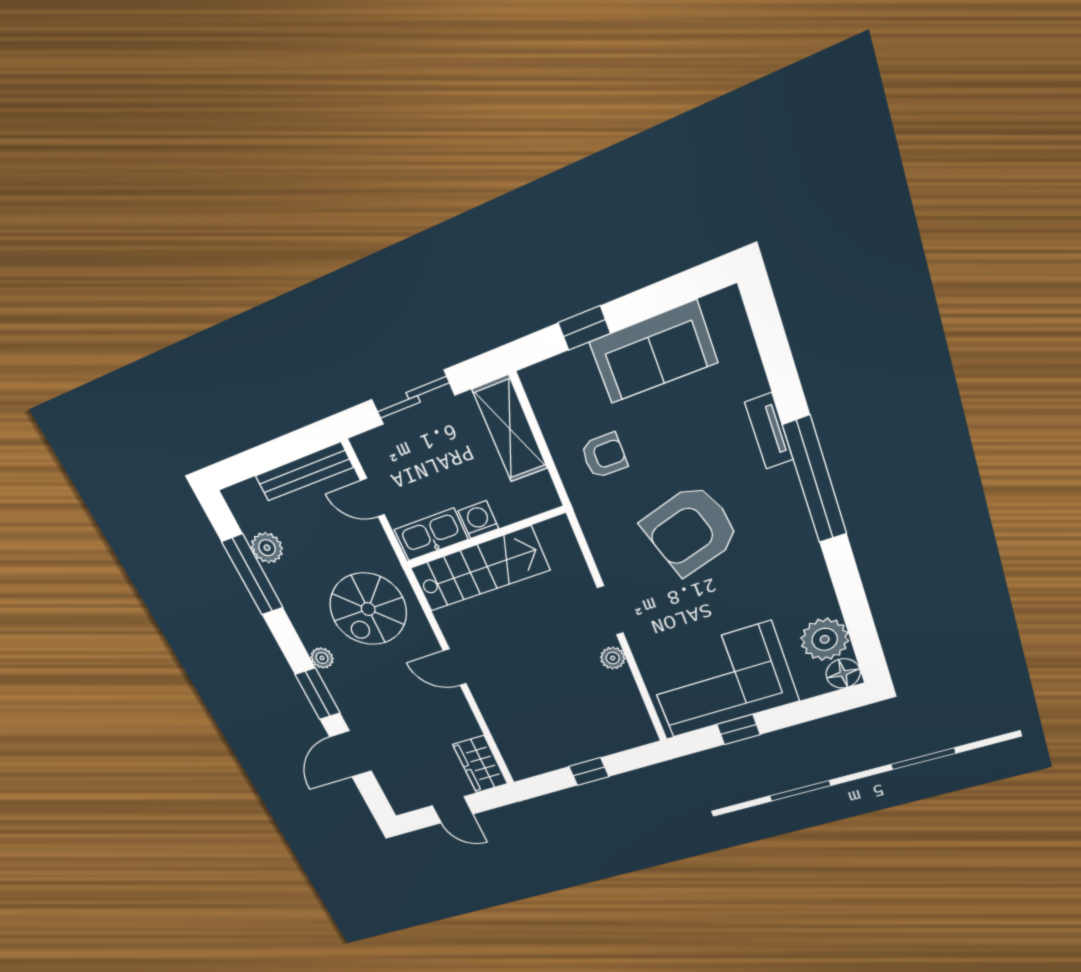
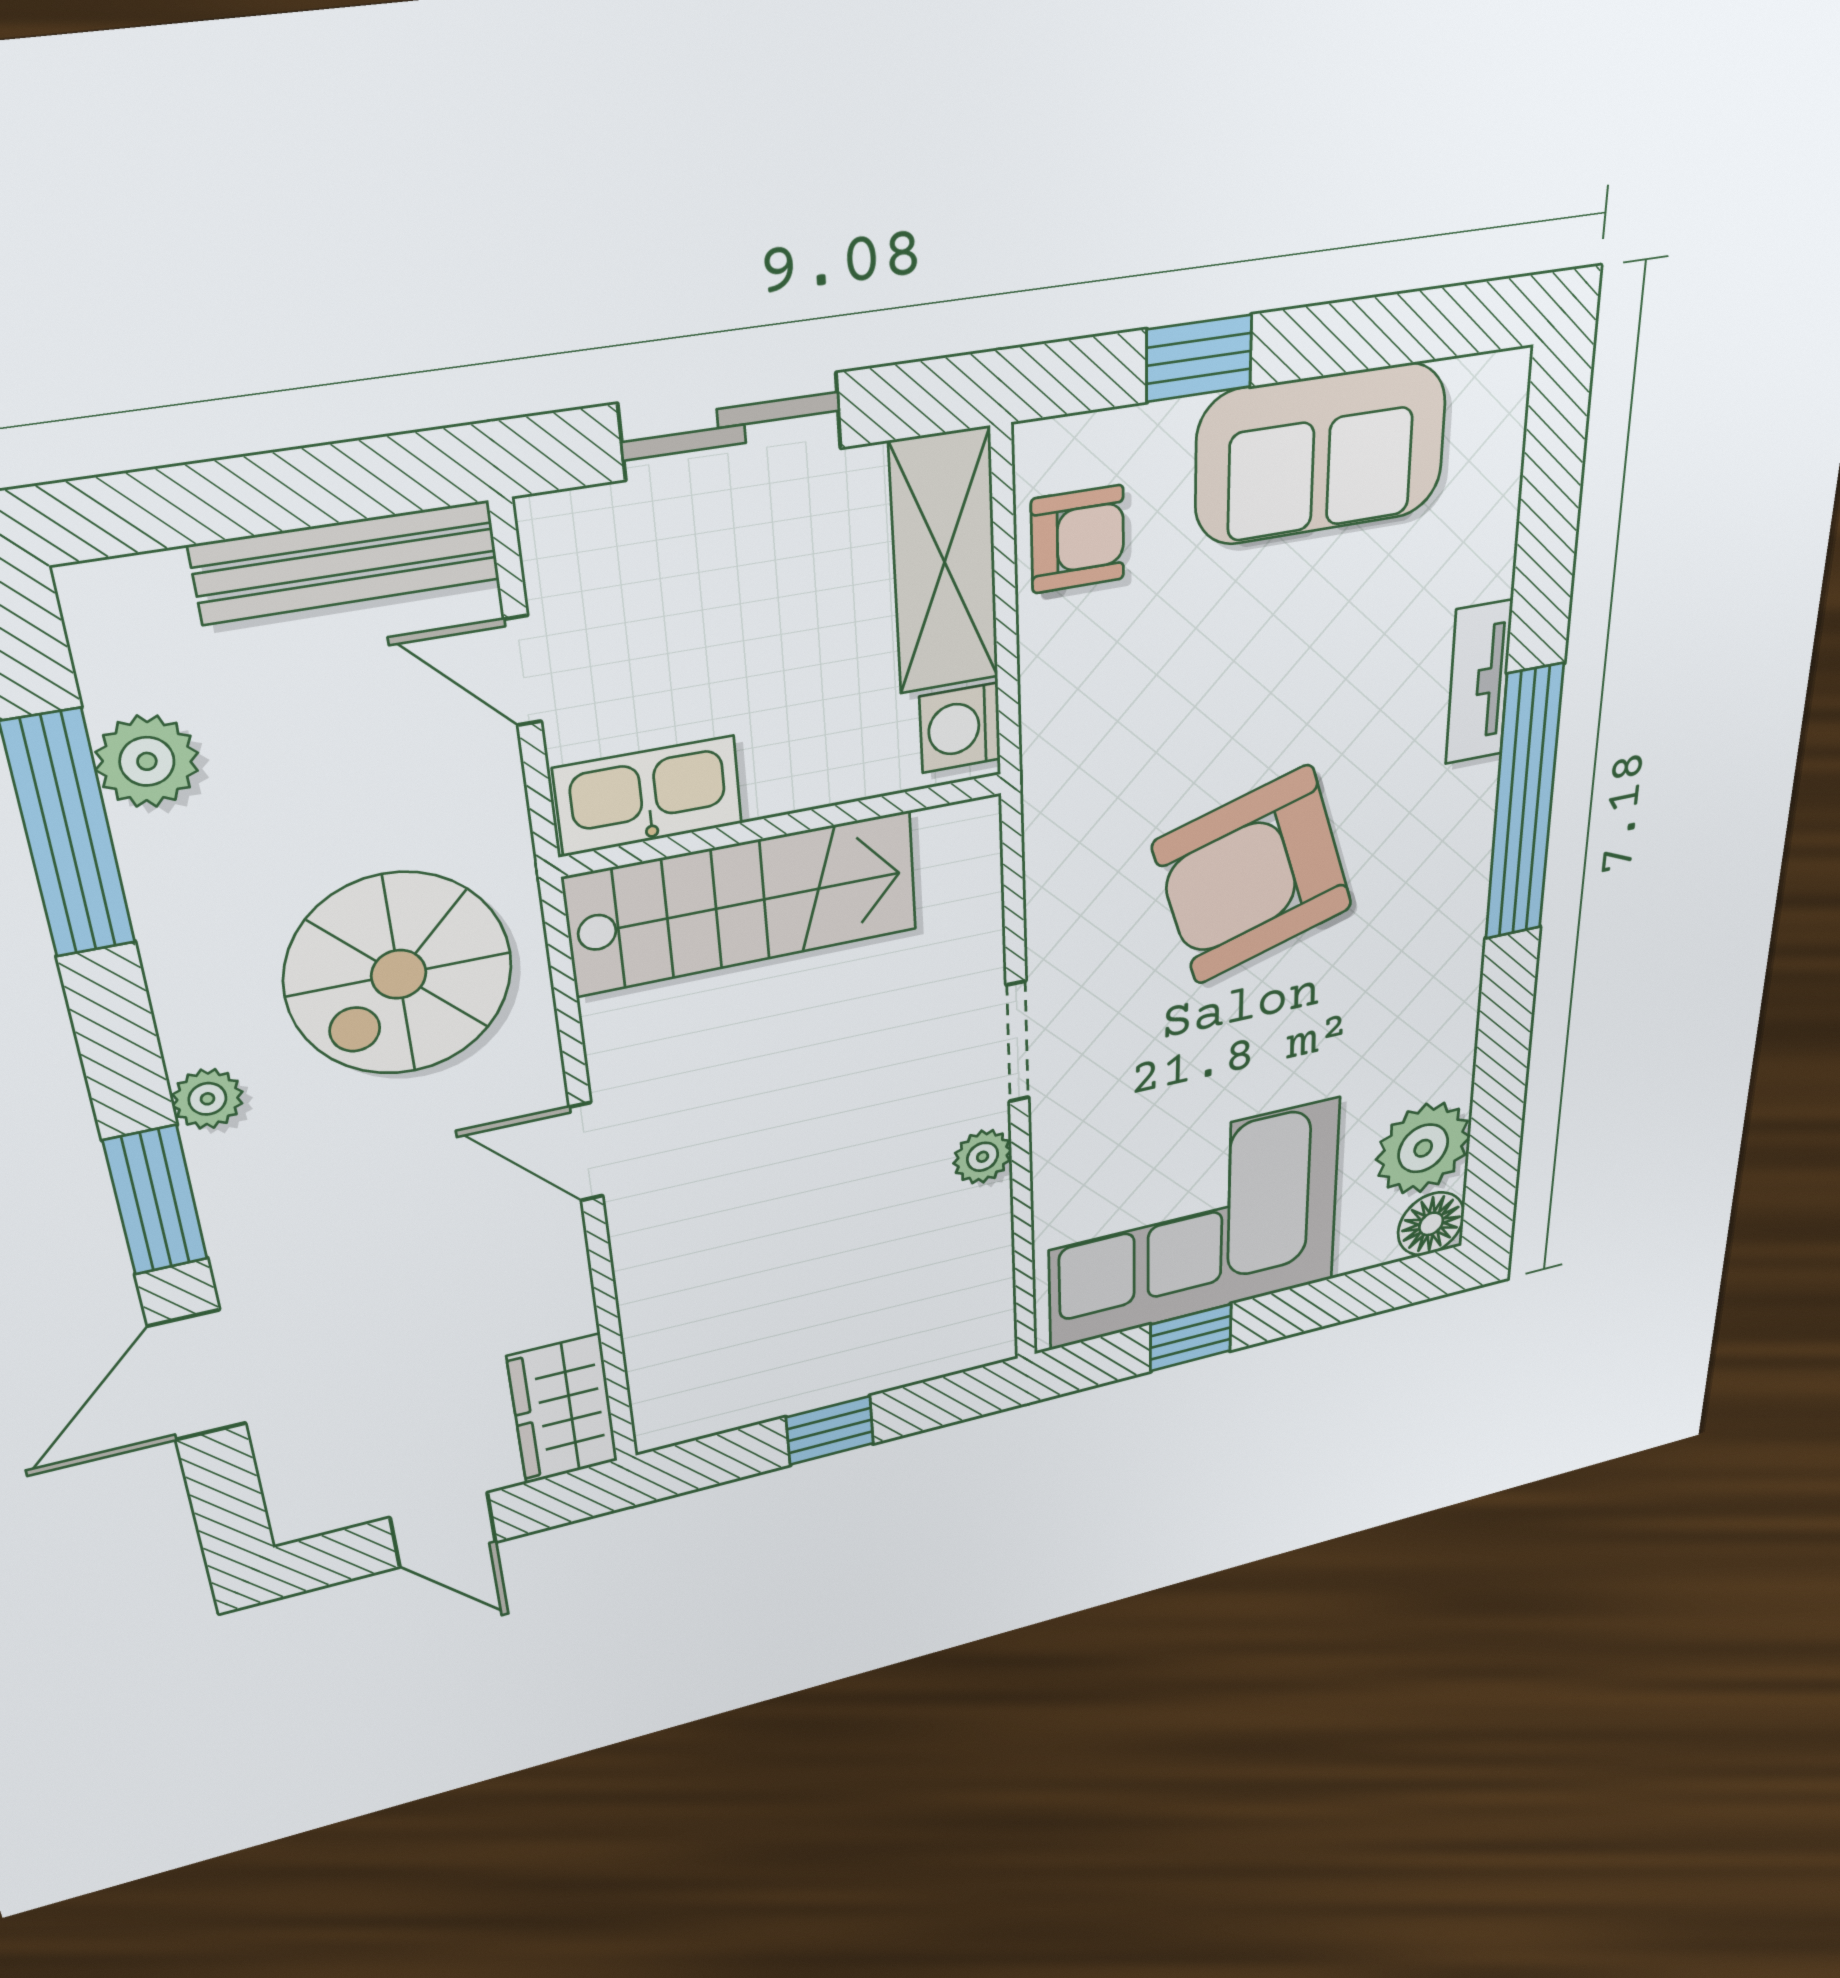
armchair: (604, 456) -> (1078, 539), moved
washing machine: (478, 520) -> (960, 728), moved, turned -90

